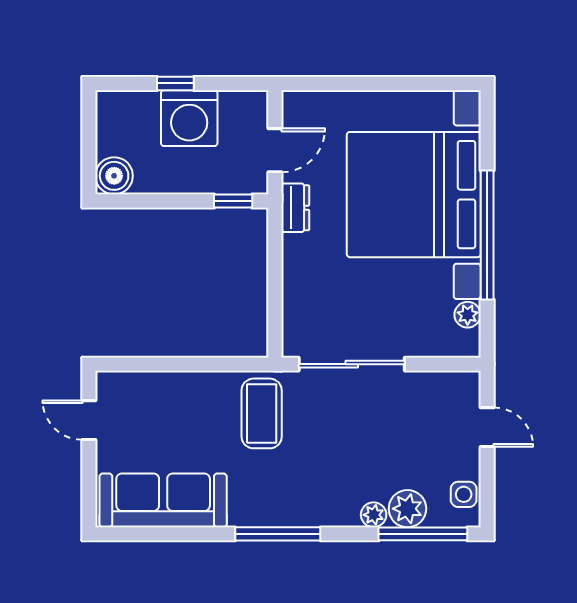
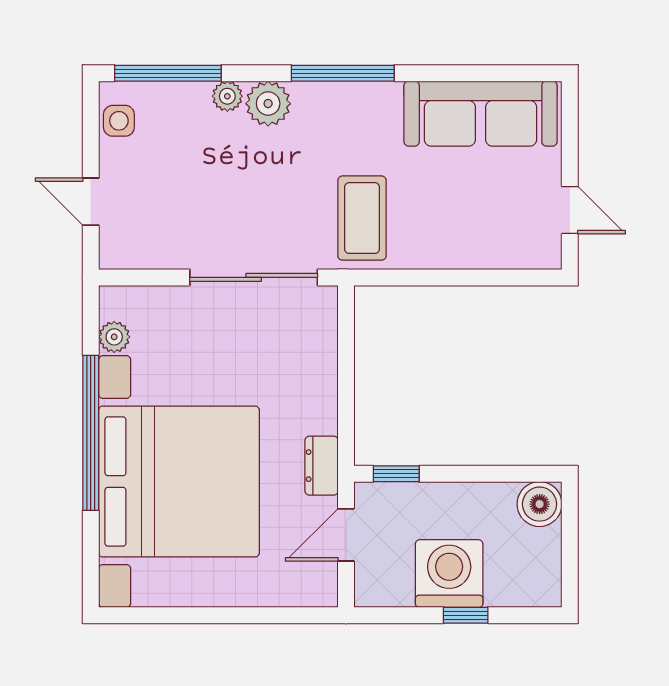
plant: (407, 509) -> (268, 104), moved

